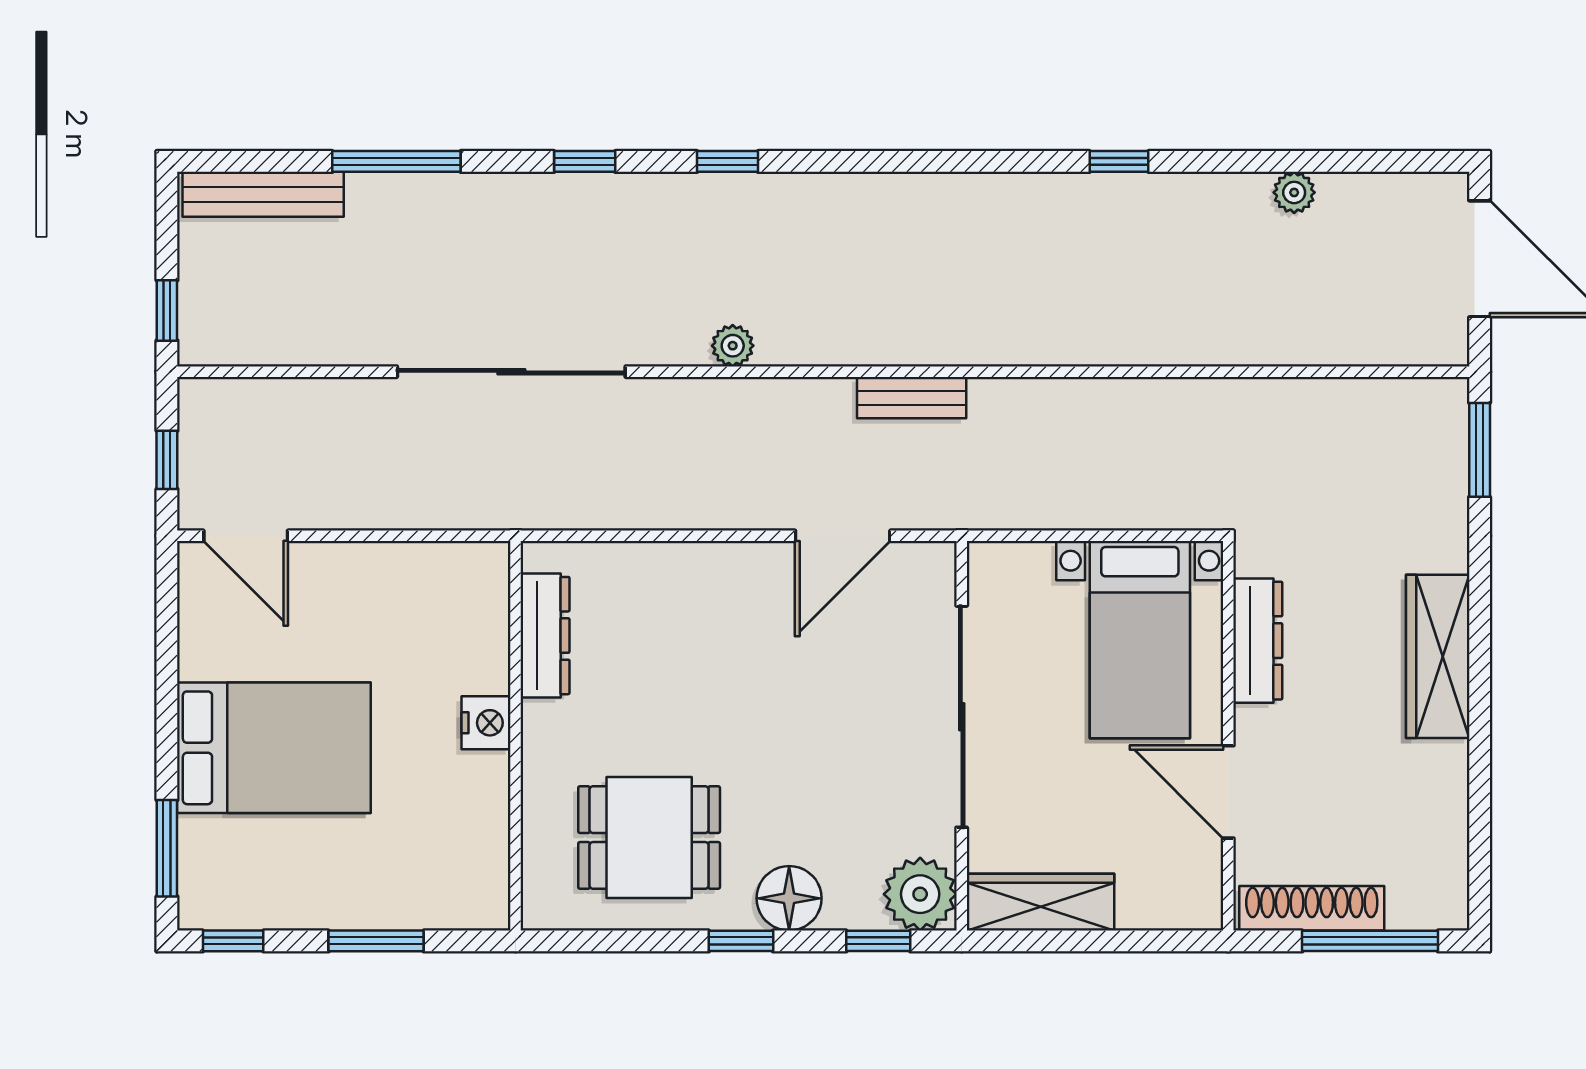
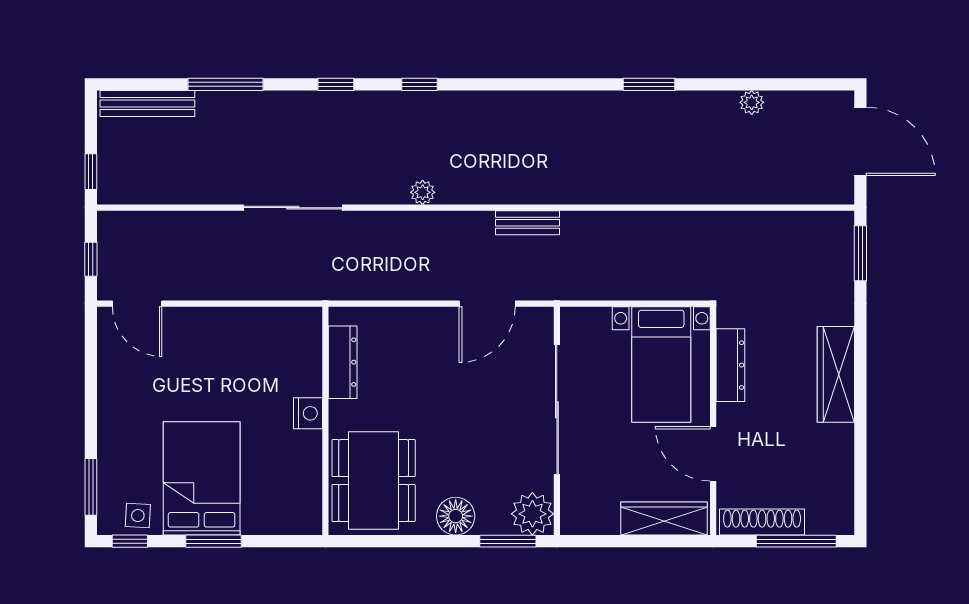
window: (1119, 161) -> (649, 84), width x1.50
sliding door: (511, 372) -> (293, 208), width x0.73
dresser: (545, 636) -> (343, 362), moved
nightstand: (486, 723) -> (308, 413), moved
wall: (516, 736) -> (325, 421), moved
bed: (274, 748) -> (202, 478), moved, turned -90
dining table: (649, 838) -> (374, 481), width x1.38
side table: (247, 897) -> (138, 516), added
wardrobe: (1040, 902) -> (664, 518), moved
window: (741, 941) -> (427, 541), removed
window: (878, 941) -> (508, 541), width x1.50

